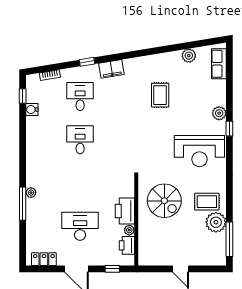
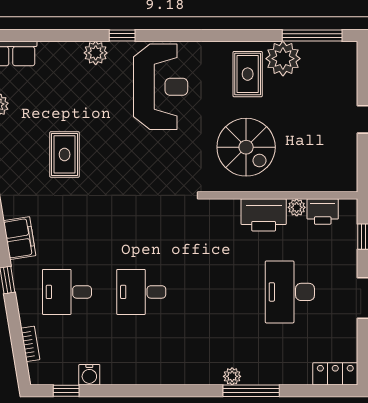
rug: (160, 95) -> (65, 154), turned 90
spiral stairs: (164, 201) -> (246, 147), turned 90
locker: (44, 259) -> (335, 374), moved, turned 90

